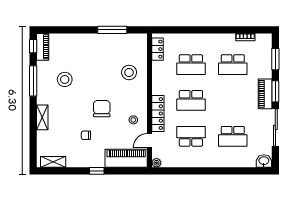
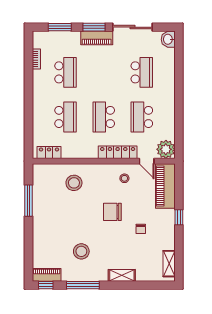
school desk: (191, 100) -> (104, 117), turned 180
plant: (156, 163) -> (166, 149), width x1.88, depth x1.88

